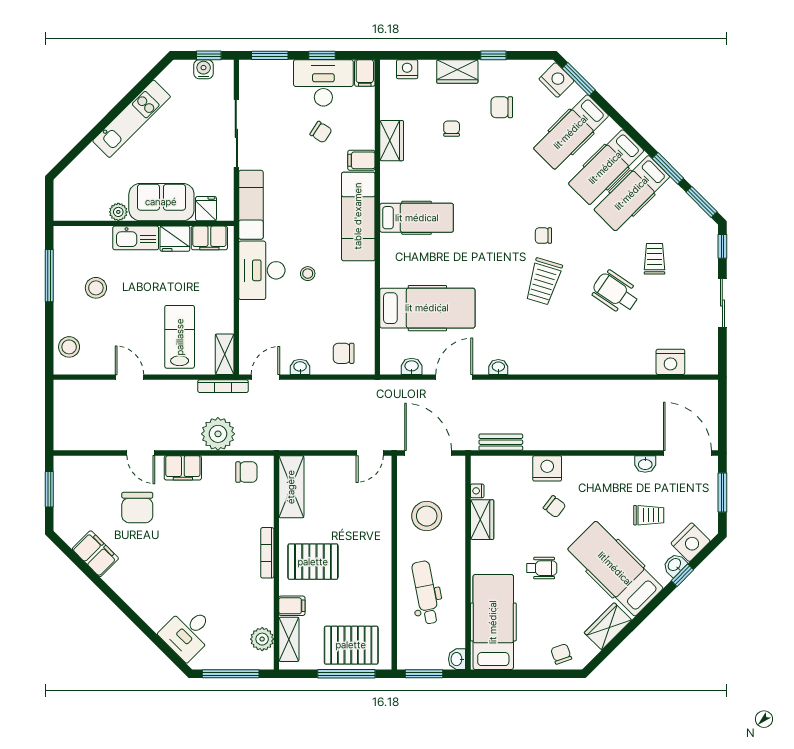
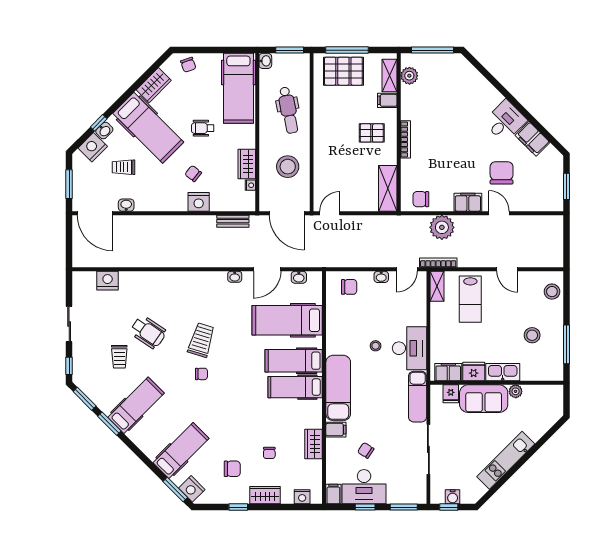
hospital bed: (606, 167) -> (294, 361), moved, turned -135
pallet: (313, 562) -> (372, 133), width x0.67, depth x0.71
desk: (188, 633) -> (505, 121), moved

